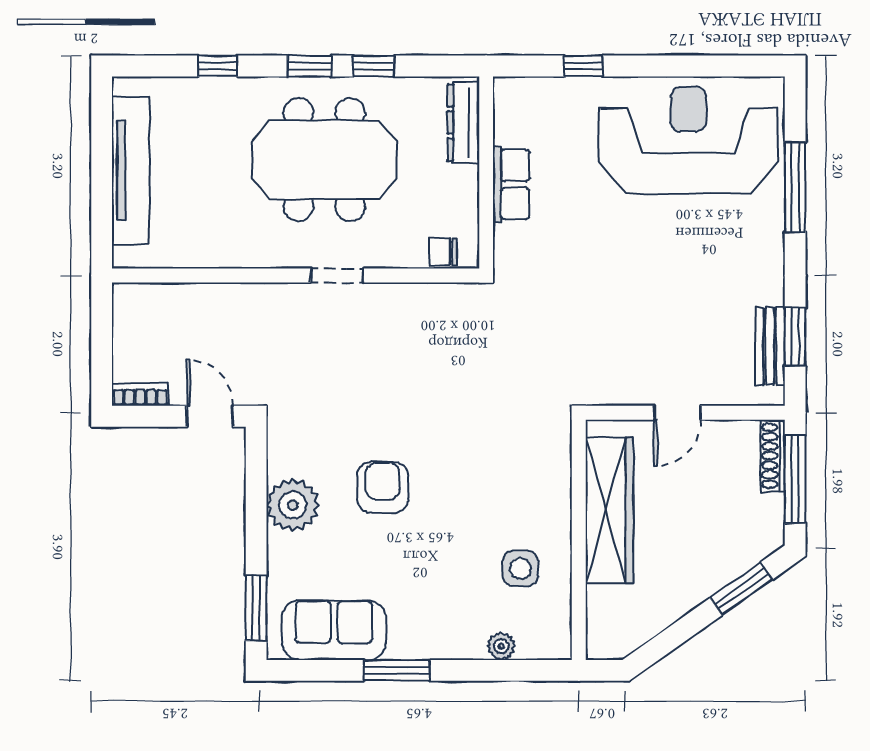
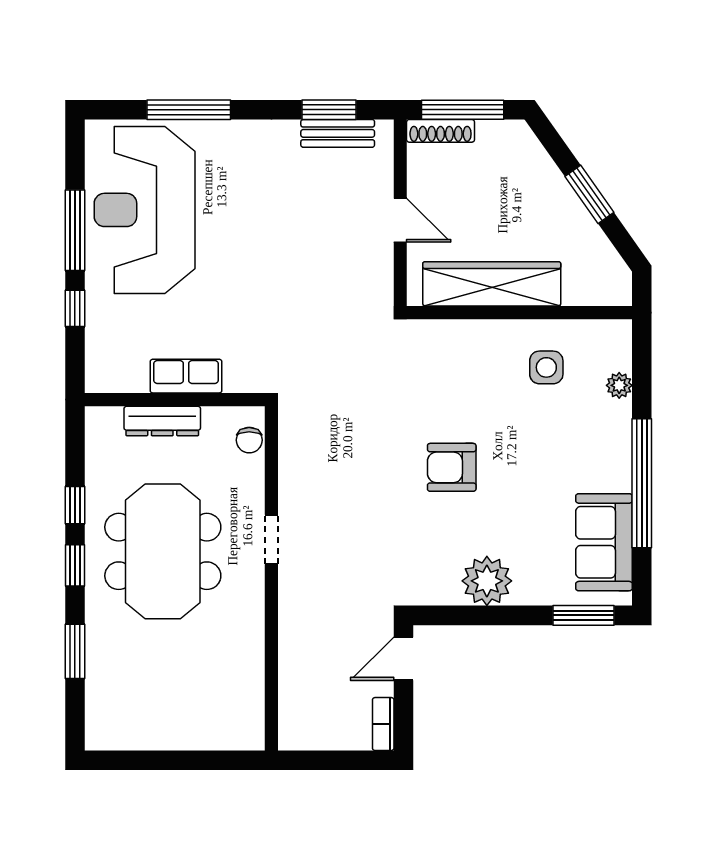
window: (218, 66) -> (75, 651), width x1.50
window: (667, 66) -> (75, 230), added
dresser: (463, 123) -> (162, 421), moved
tv unit: (131, 171) -> (173, 733), removed
armchair: (383, 487) -> (452, 467), moved
window: (741, 589) -> (589, 194), moved
window: (397, 670) -> (642, 483), width x2.11

